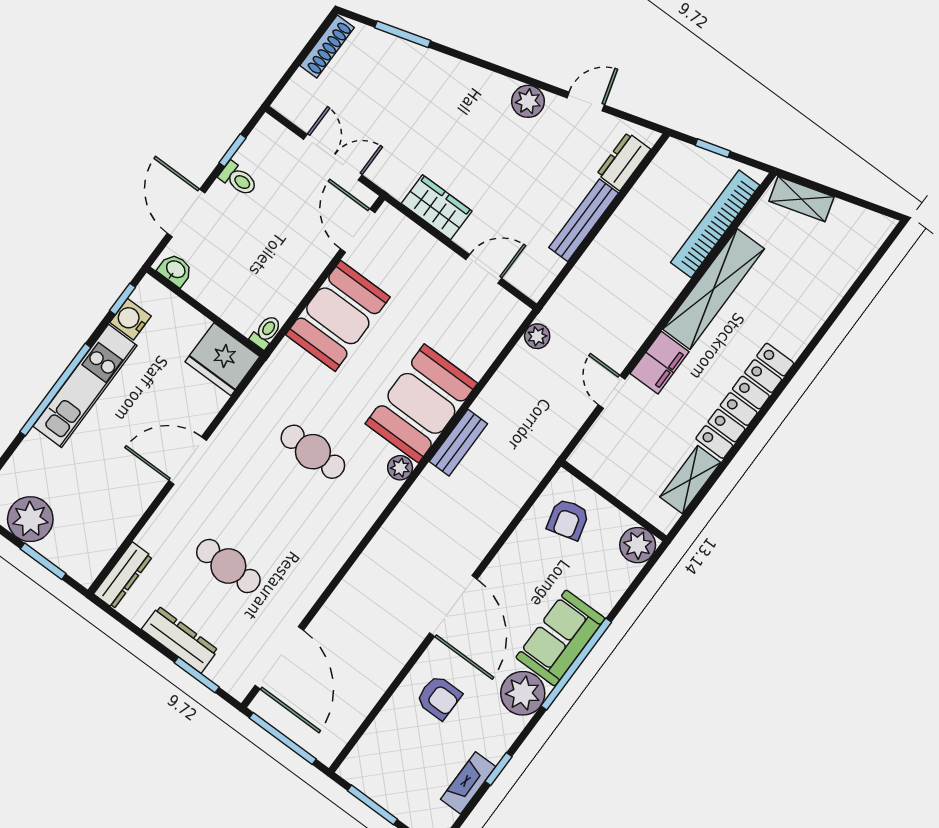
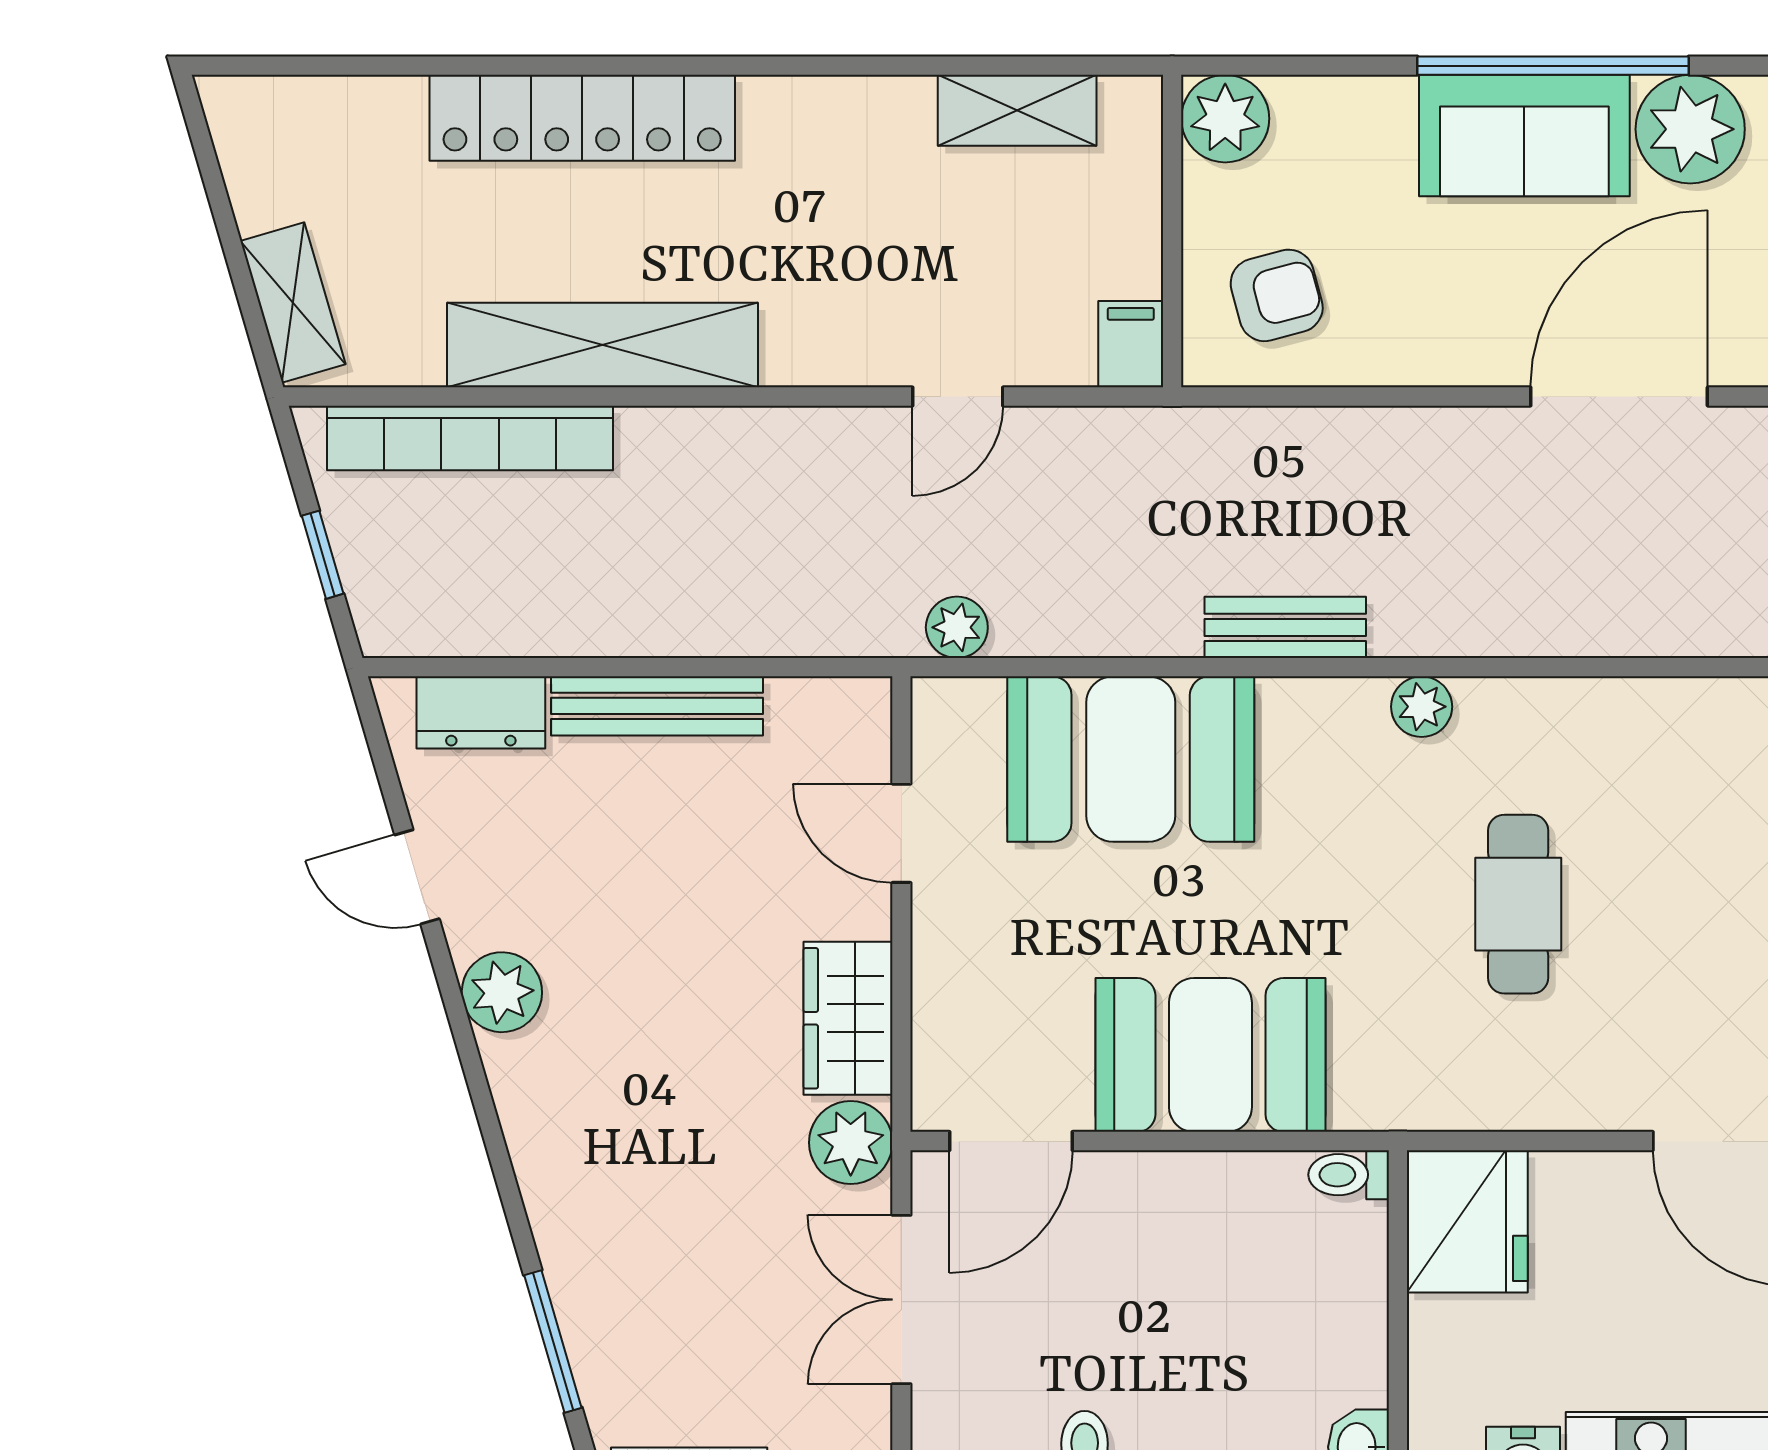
plant: (396, 178) -> (851, 1143), added
filing cabinet: (660, 363) -> (1131, 344), moved, width x0.50
locker: (745, 401) -> (582, 118), moved
booth: (421, 403) -> (1131, 759), moved

